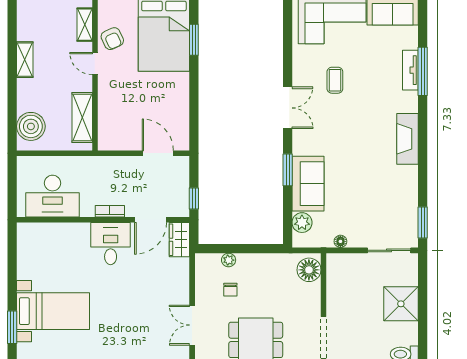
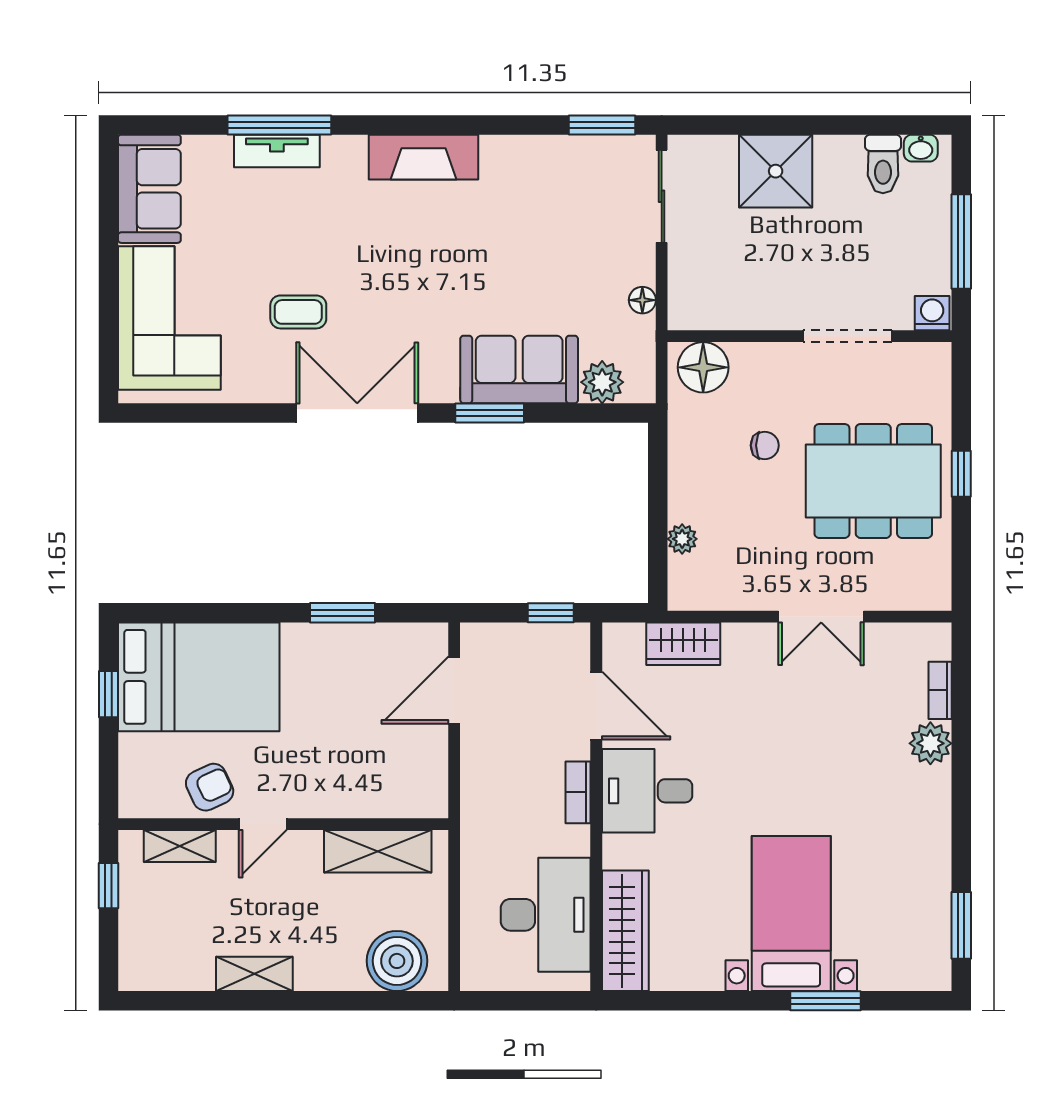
window: (194, 40) -> (342, 613), moved
double door: (288, 108) -> (357, 413), width x1.37
wardrobe: (45, 233) -> (625, 931), added
wardrobe: (179, 240) -> (683, 644), moved
chair: (230, 290) -> (765, 445), moved

